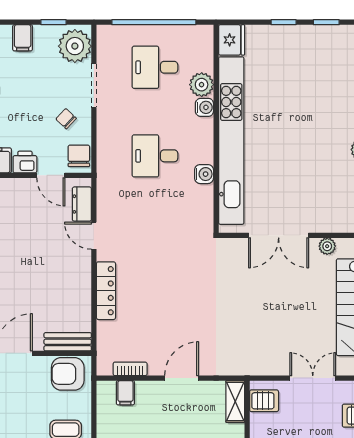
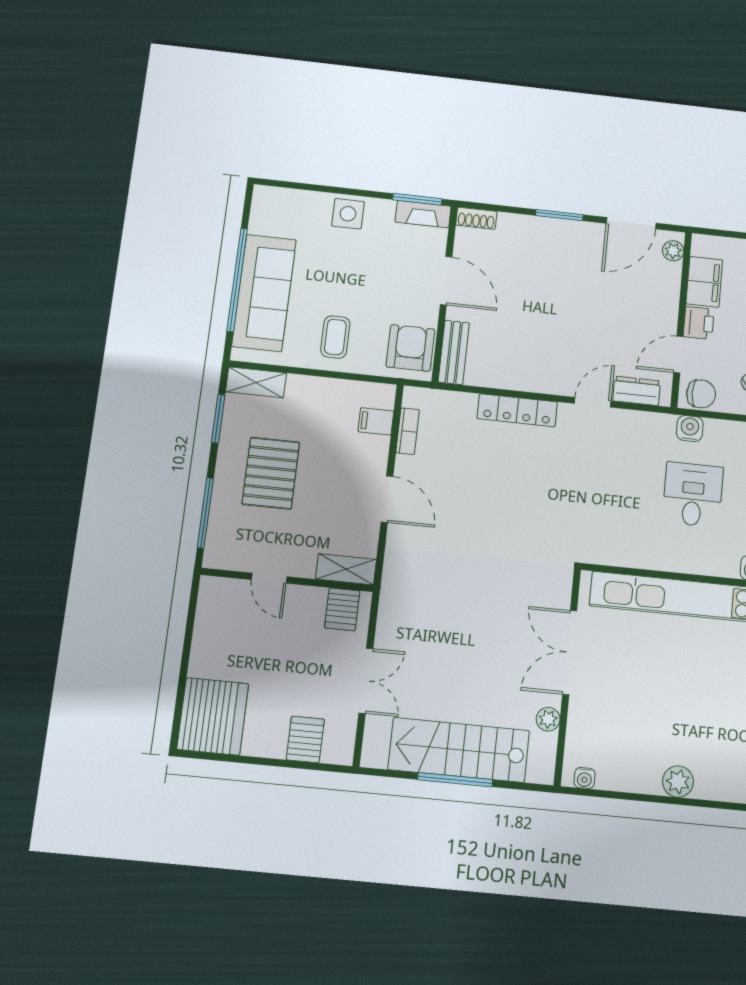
water cooler: (204, 174) -> (690, 428), moved, turned 180

